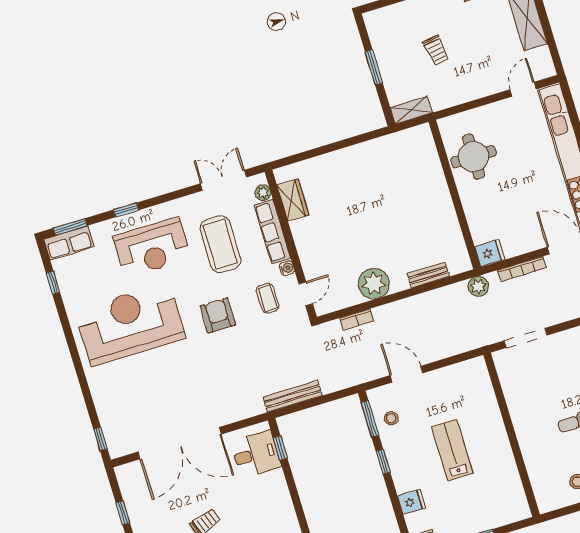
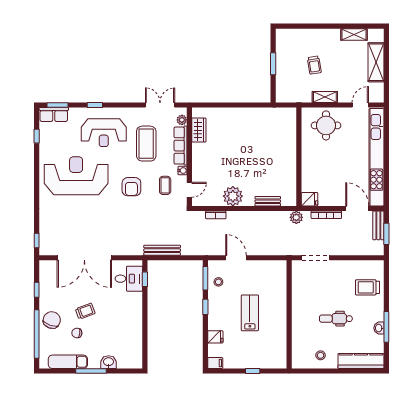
shelving: (411, 110) -> (325, 97), moved
round table: (473, 157) -> (326, 125), moved
armchair: (218, 315) -> (131, 187), turned 180

